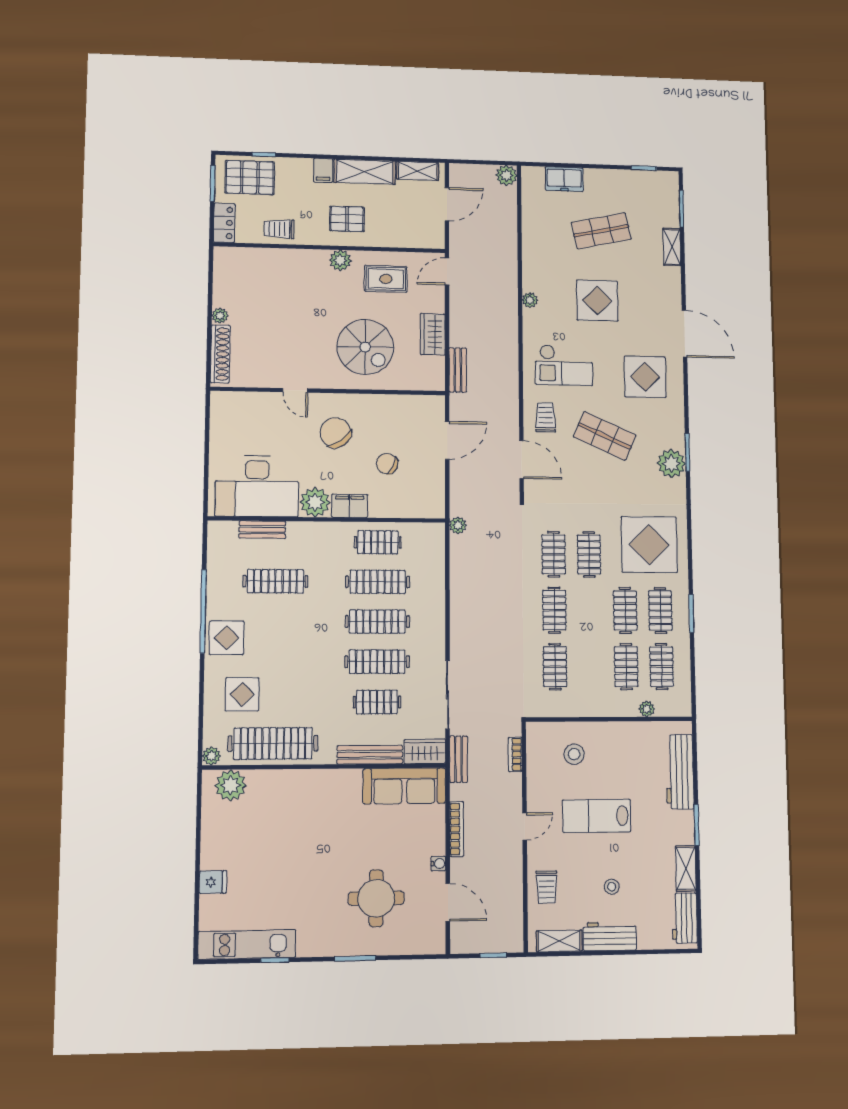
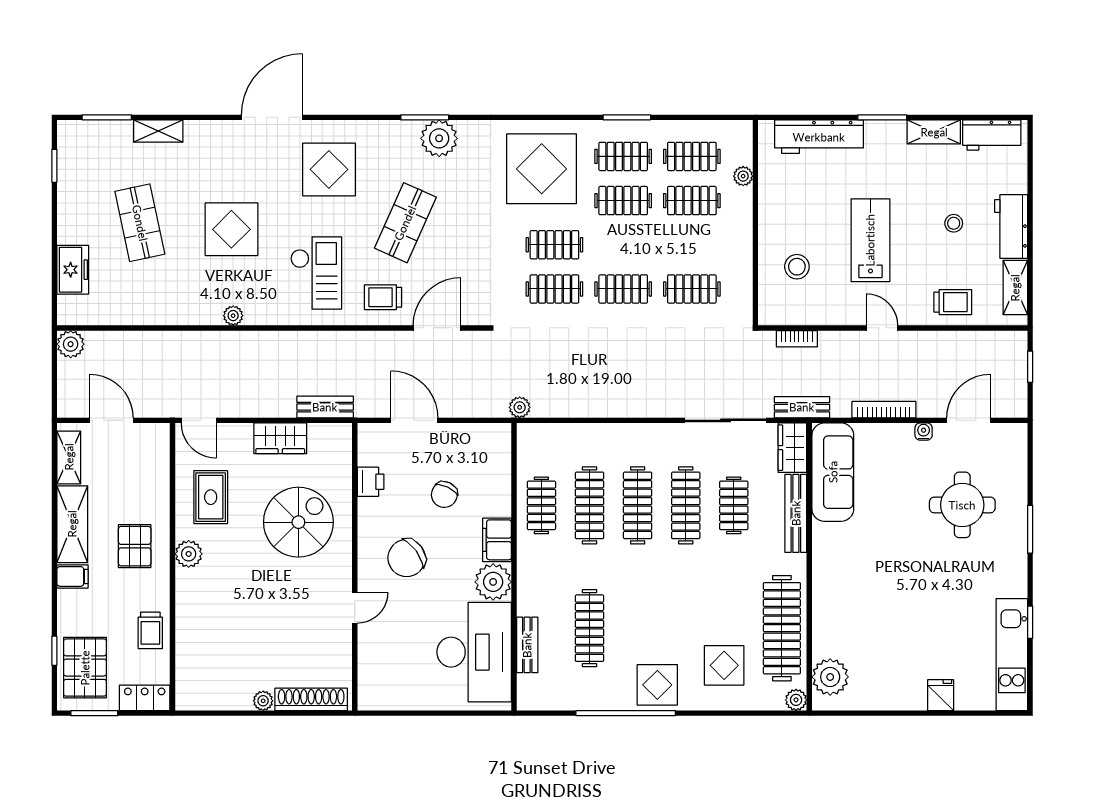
printer: (398, 405) -> (371, 482), added
lab bench: (597, 816) -> (870, 240), turned 180

